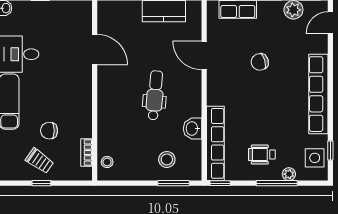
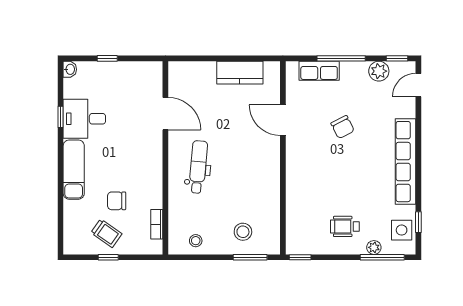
chair: (260, 62) -> (343, 127), turned -101
dental chair: (155, 95) -> (198, 167), moved
washbasin: (192, 129) -> (270, 199), removed
row of seats: (215, 143) -> (295, 215), removed
stool: (107, 162) -> (196, 241), moved
window: (277, 183) -> (382, 257), moved

